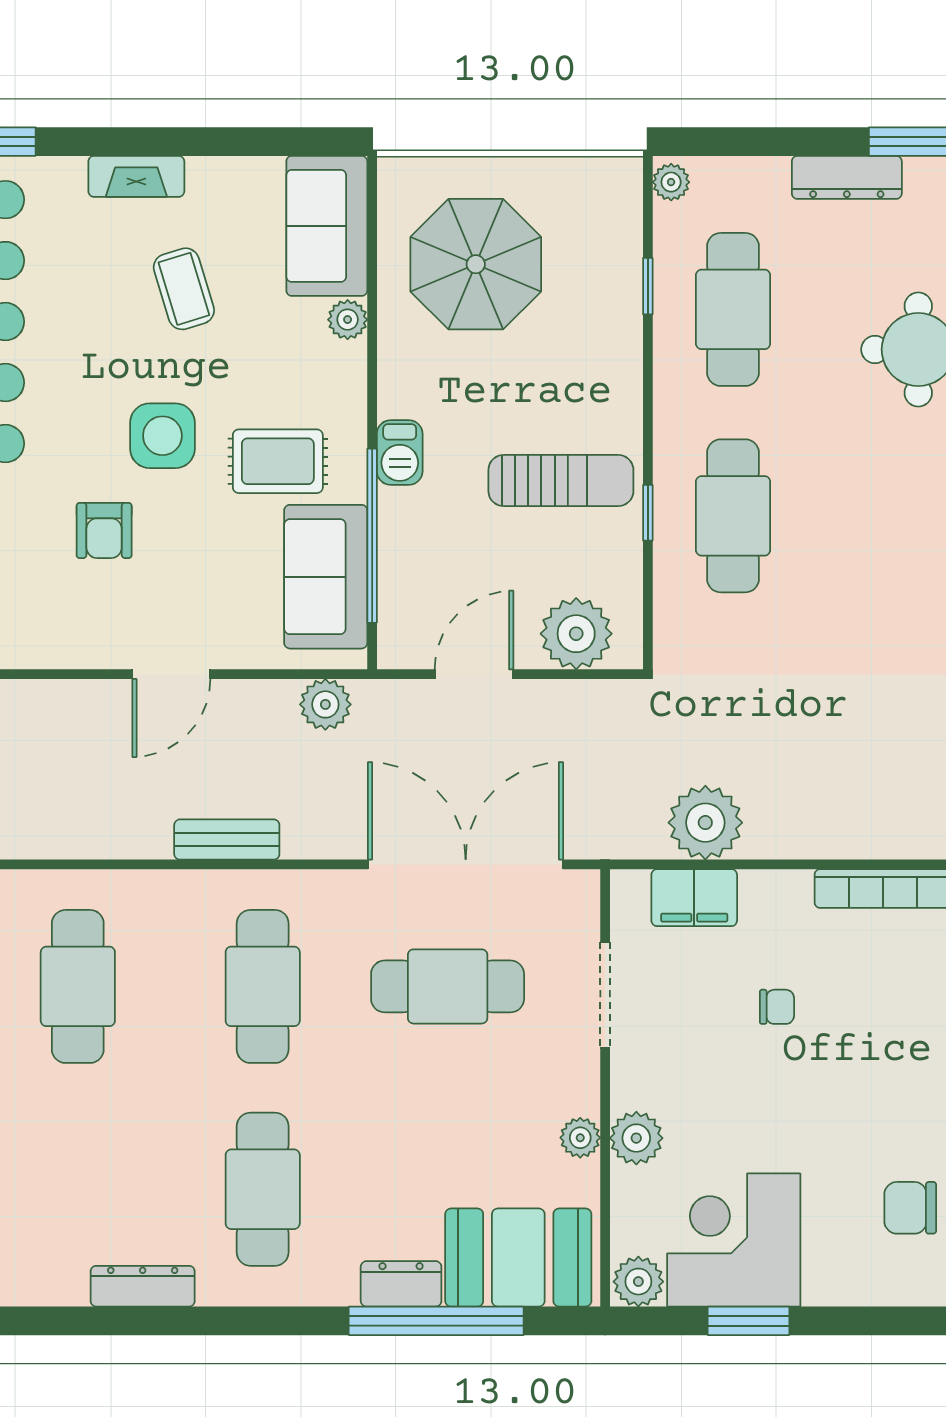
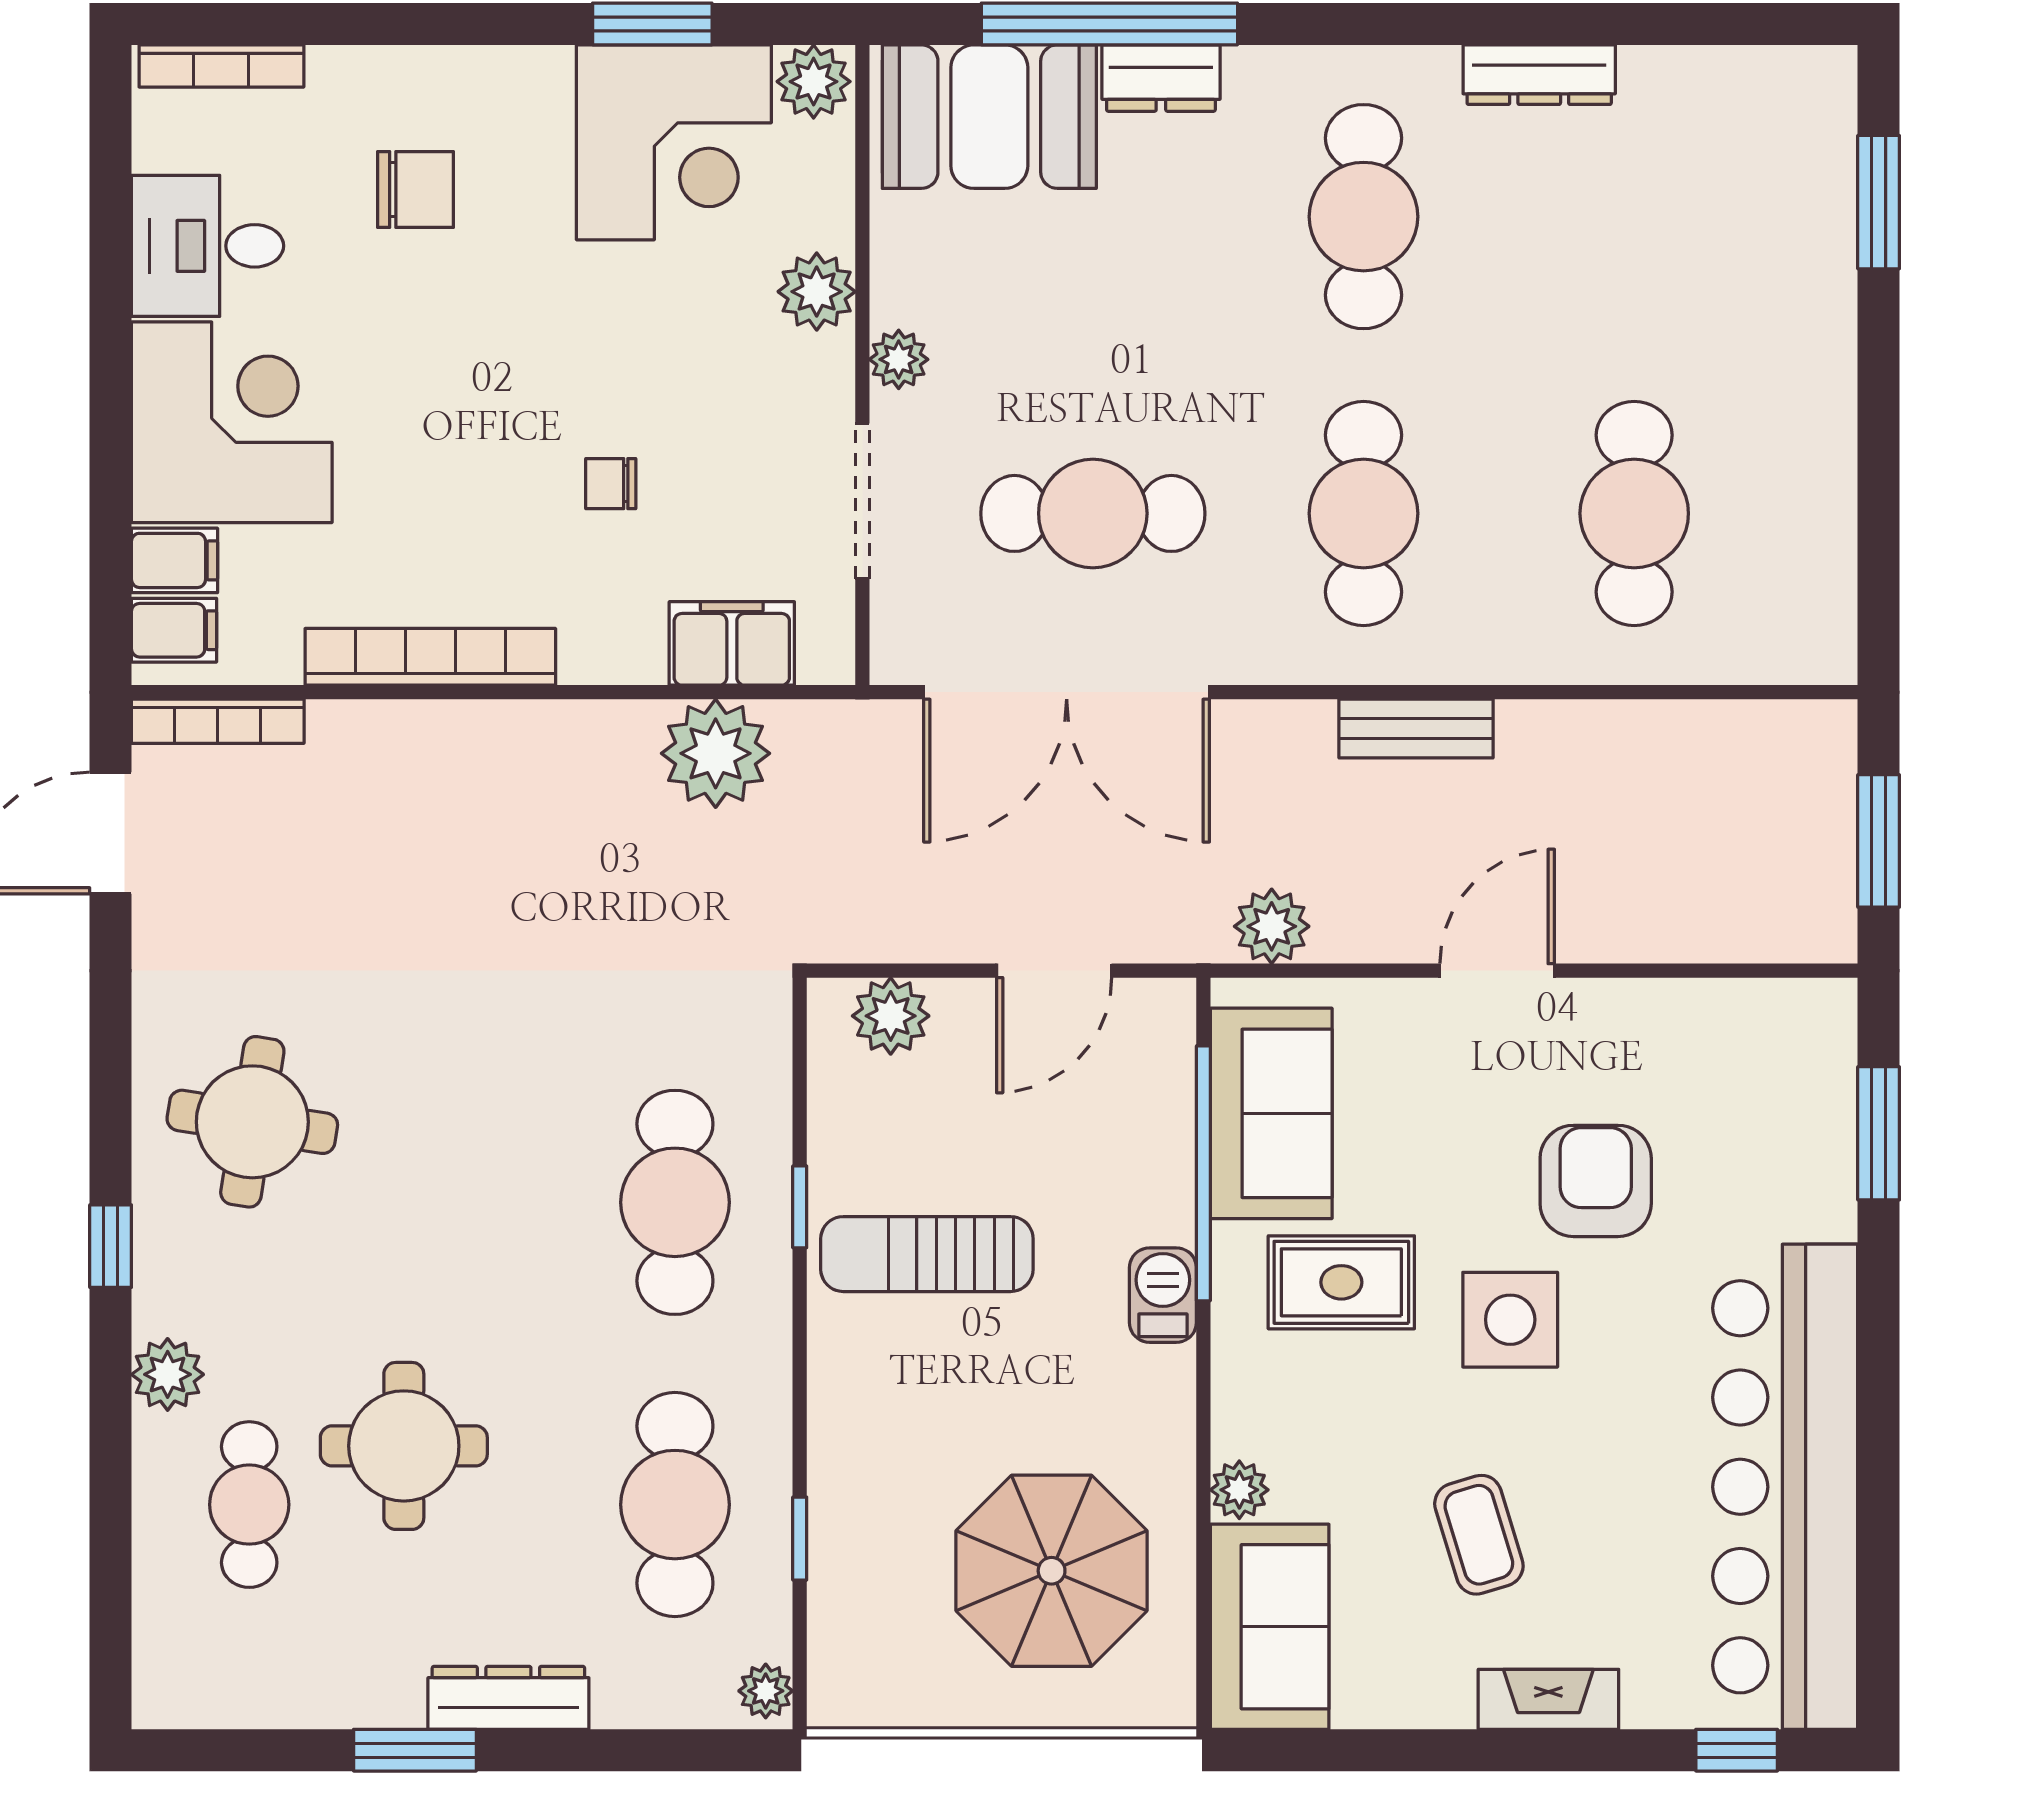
armchair: (104, 530) -> (1596, 1181), width x1.38, depth x1.38
plant: (576, 634) -> (891, 1016), width x0.73, depth x0.73
plant: (580, 1138) -> (899, 359), moved

